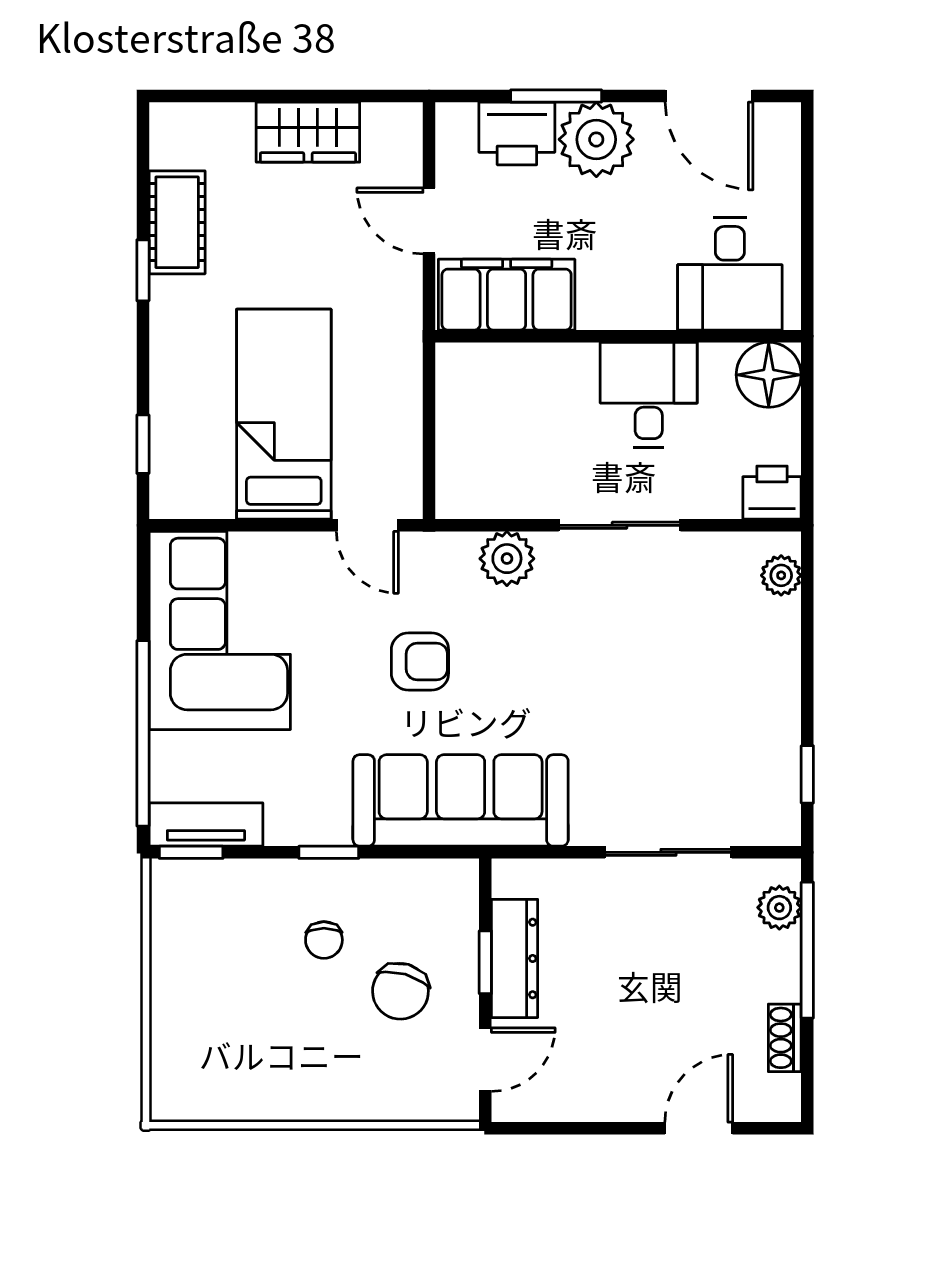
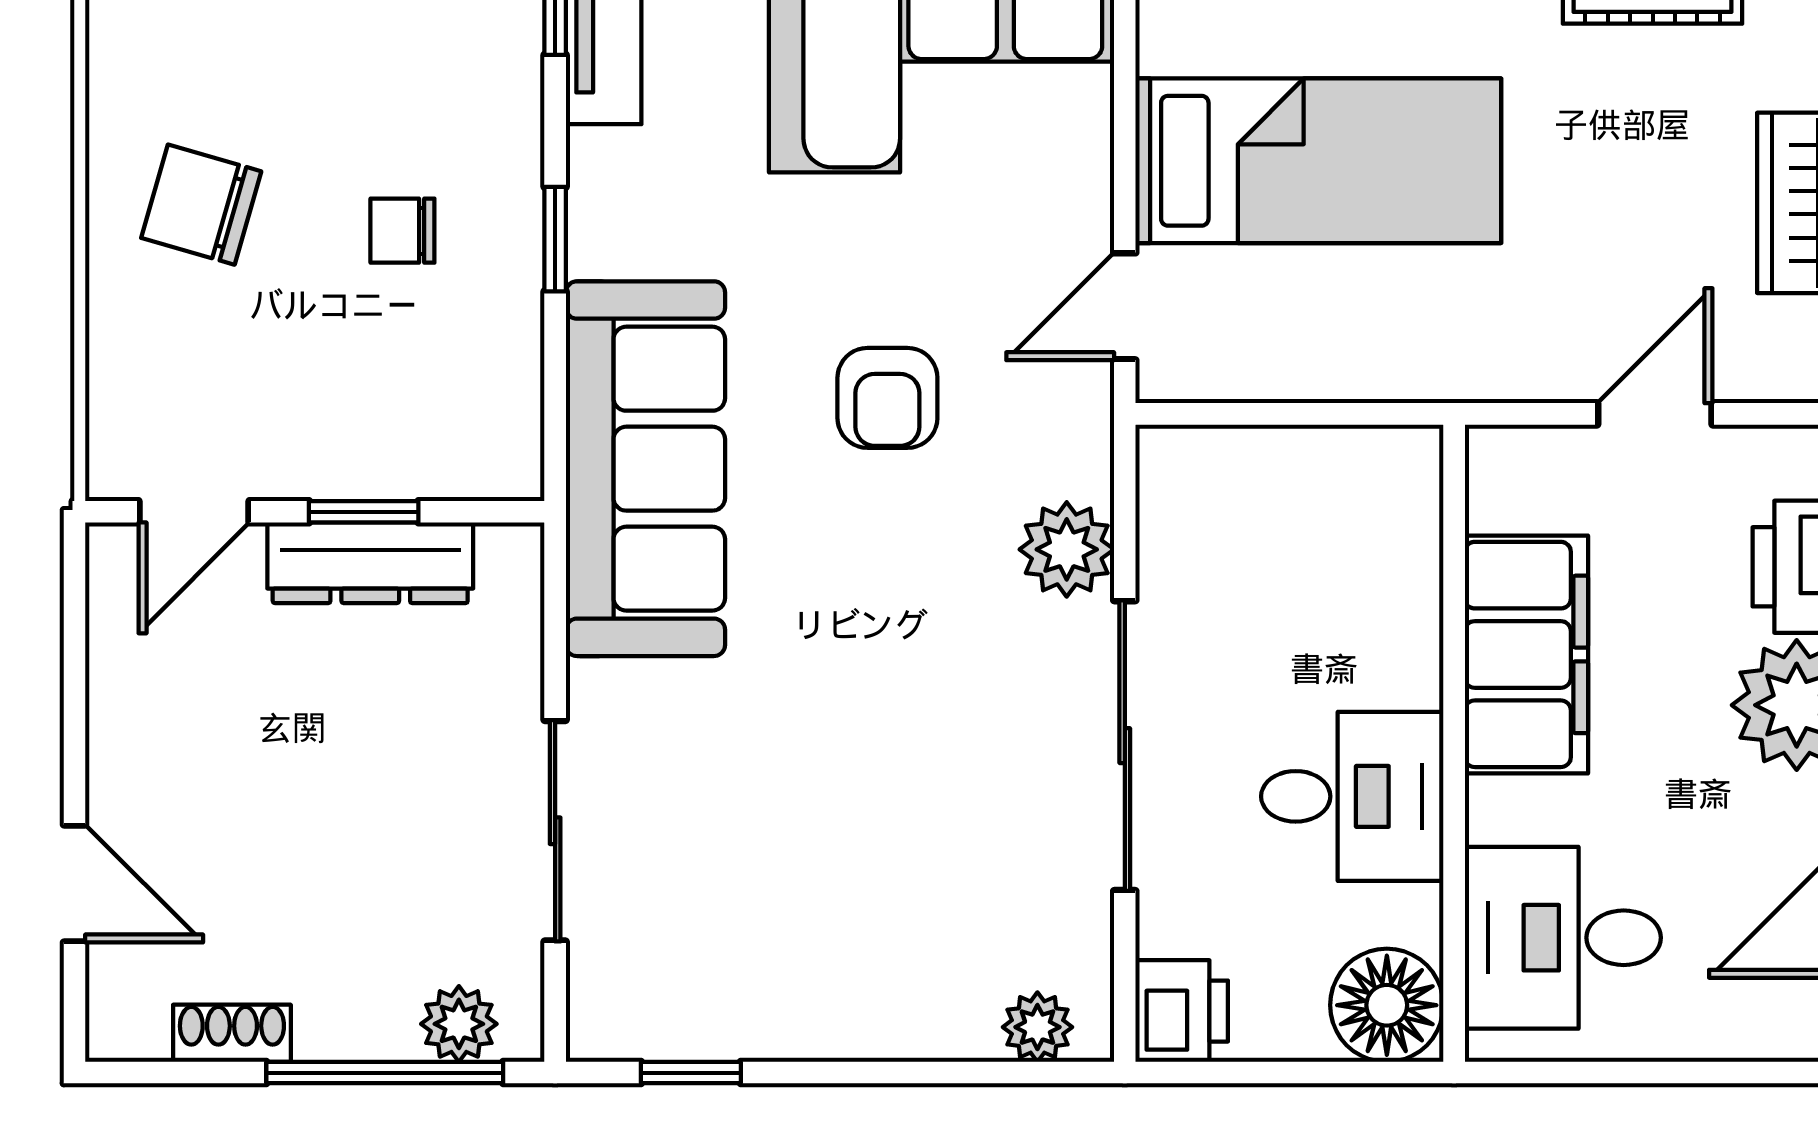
filing cabinet: (507, 295) -> (1526, 654), moved
sliding door: (620, 525) -> (1125, 746), width x1.37
chair: (400, 991) -> (201, 205), moved
door: (485, 1060) -> (194, 512), hinge flipped

